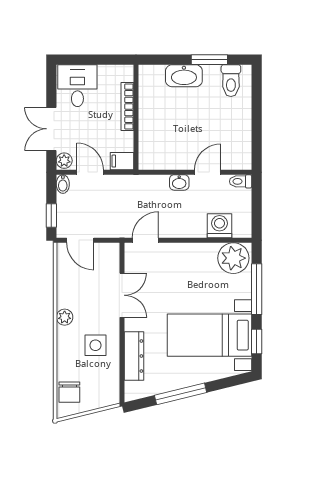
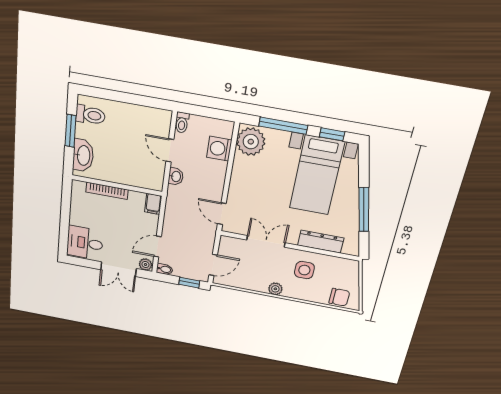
bookcase: (127, 106) -> (107, 191), moved
wall: (136, 117) -> (117, 185), moved
filing cabinet: (122, 161) -> (153, 204), moved

